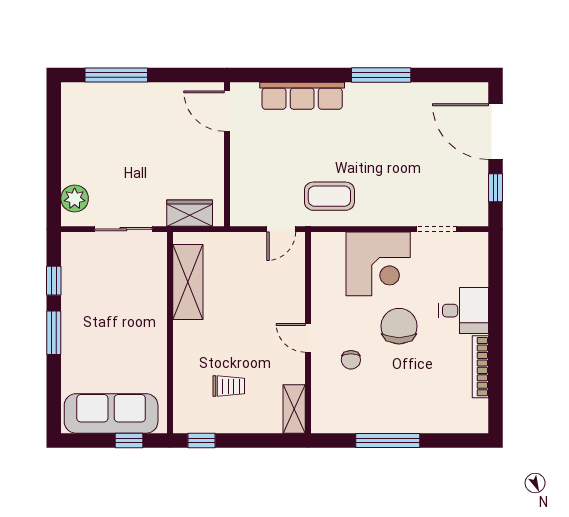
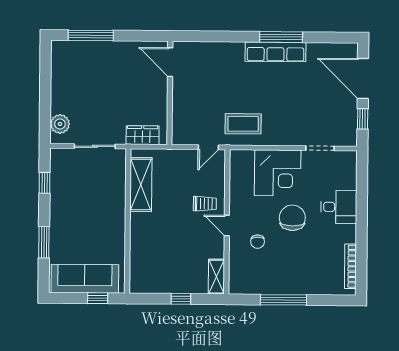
row of seats: (302, 96) -> (276, 52), moved
window: (54, 333) -> (44, 242), moved
bookcase: (480, 367) -> (350, 266), moved
trolley: (229, 386) -> (205, 204), moved
window: (201, 440) -> (181, 299), moved

